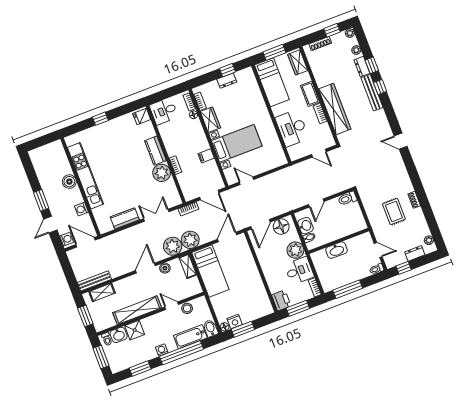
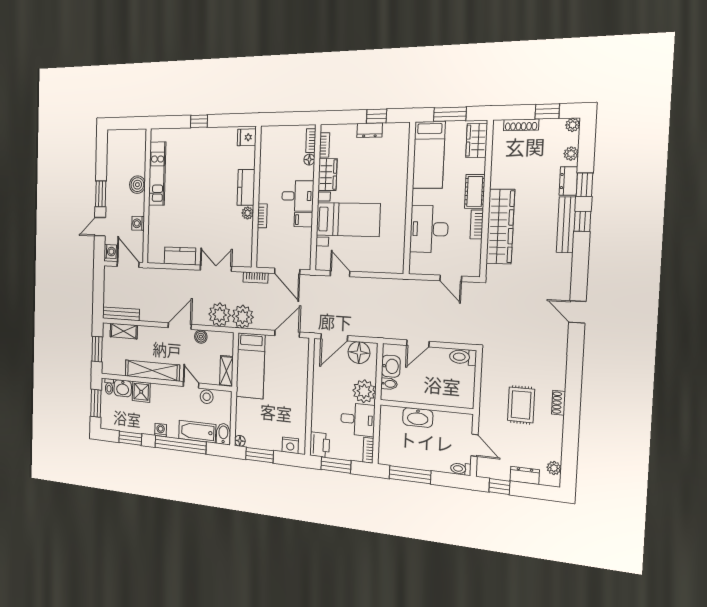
desk: (164, 111) -> (298, 196), moved, turned 180
plant: (162, 173) -> (248, 213), width x0.53, depth x0.53
kitchen unit: (85, 176) -> (157, 174), width x0.73
shelving: (188, 266) -> (226, 371), moved
nightstand: (235, 322) -> (290, 445), moved

